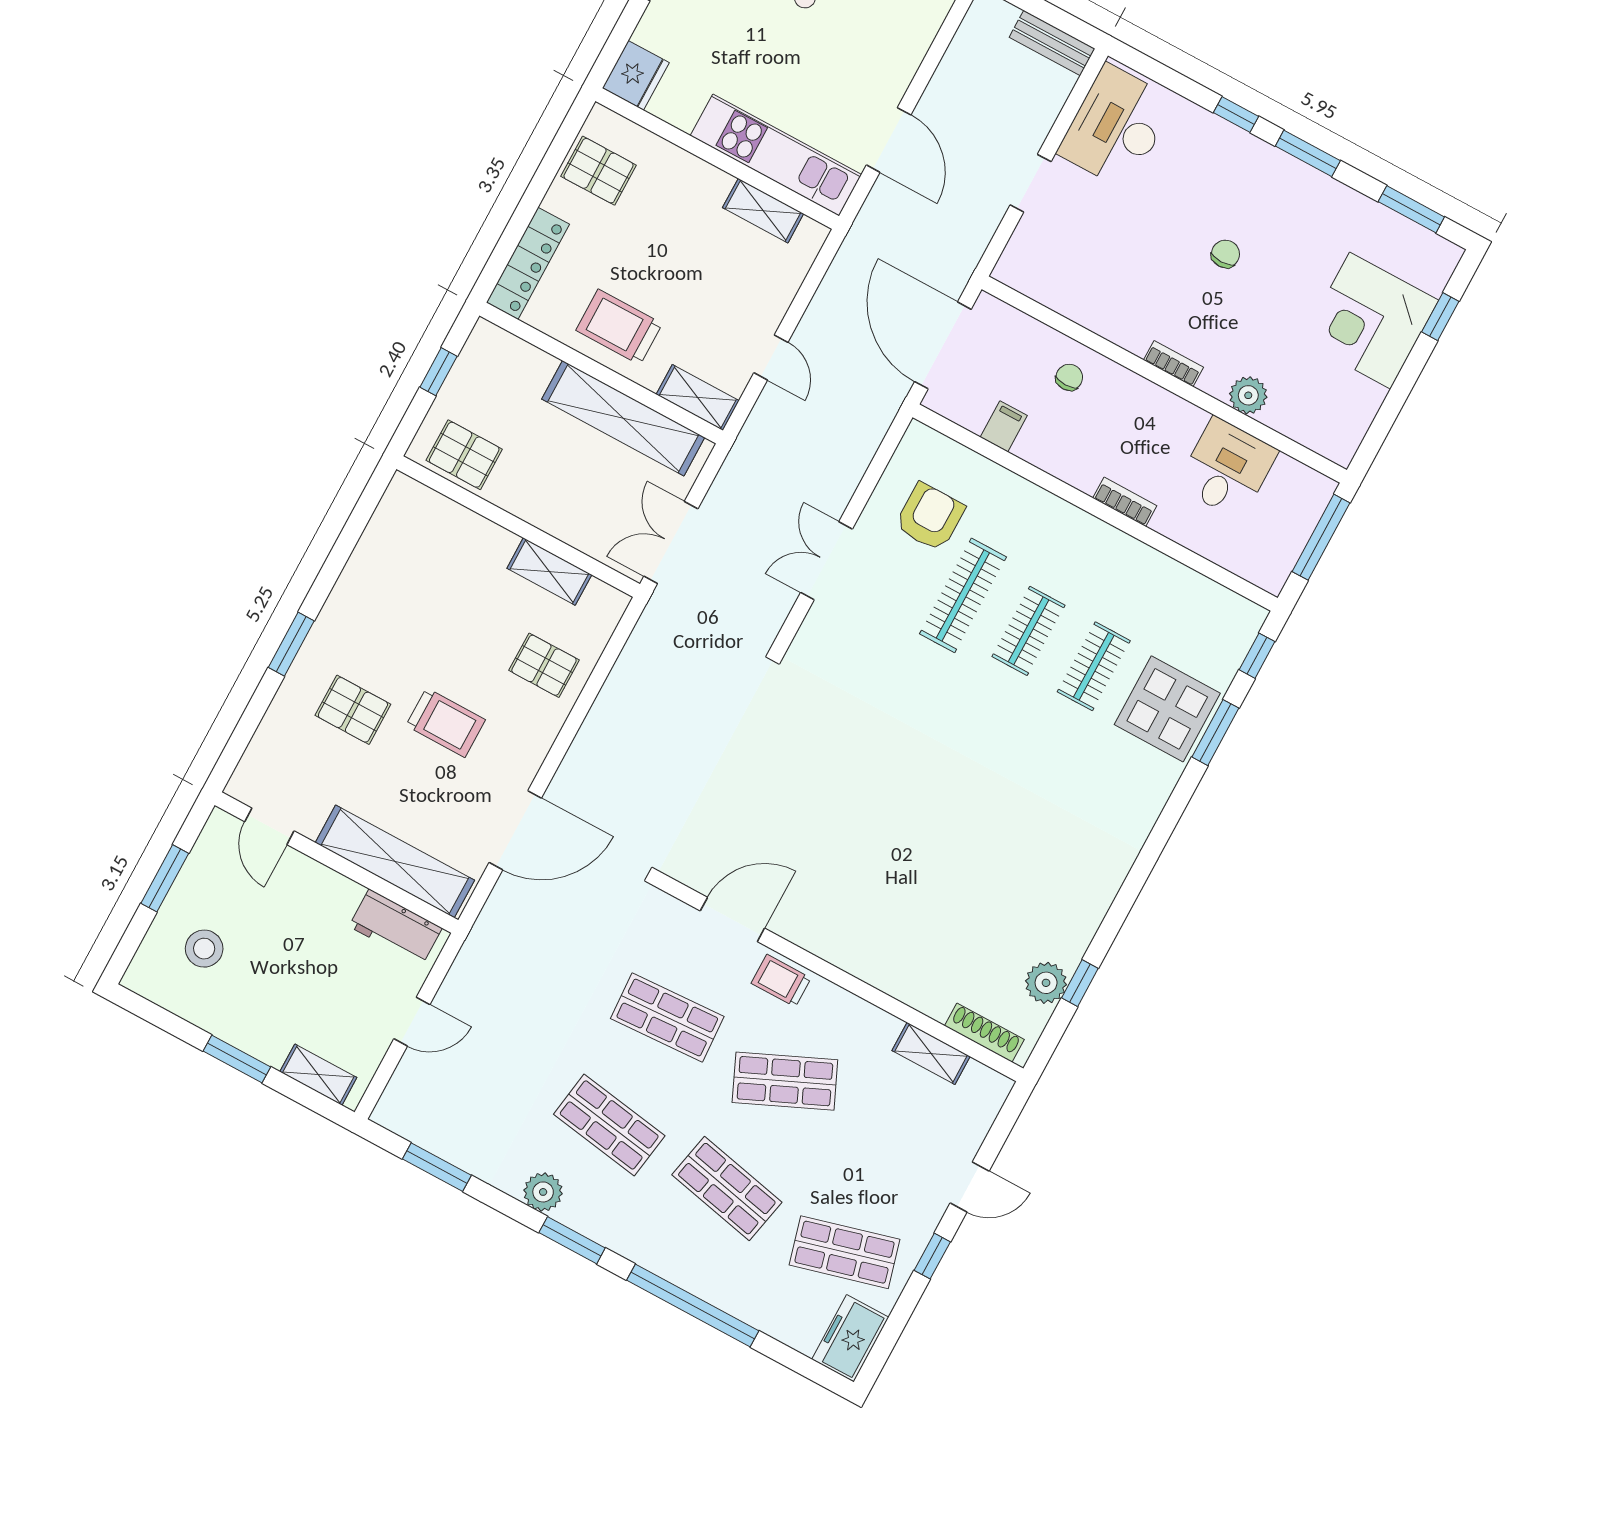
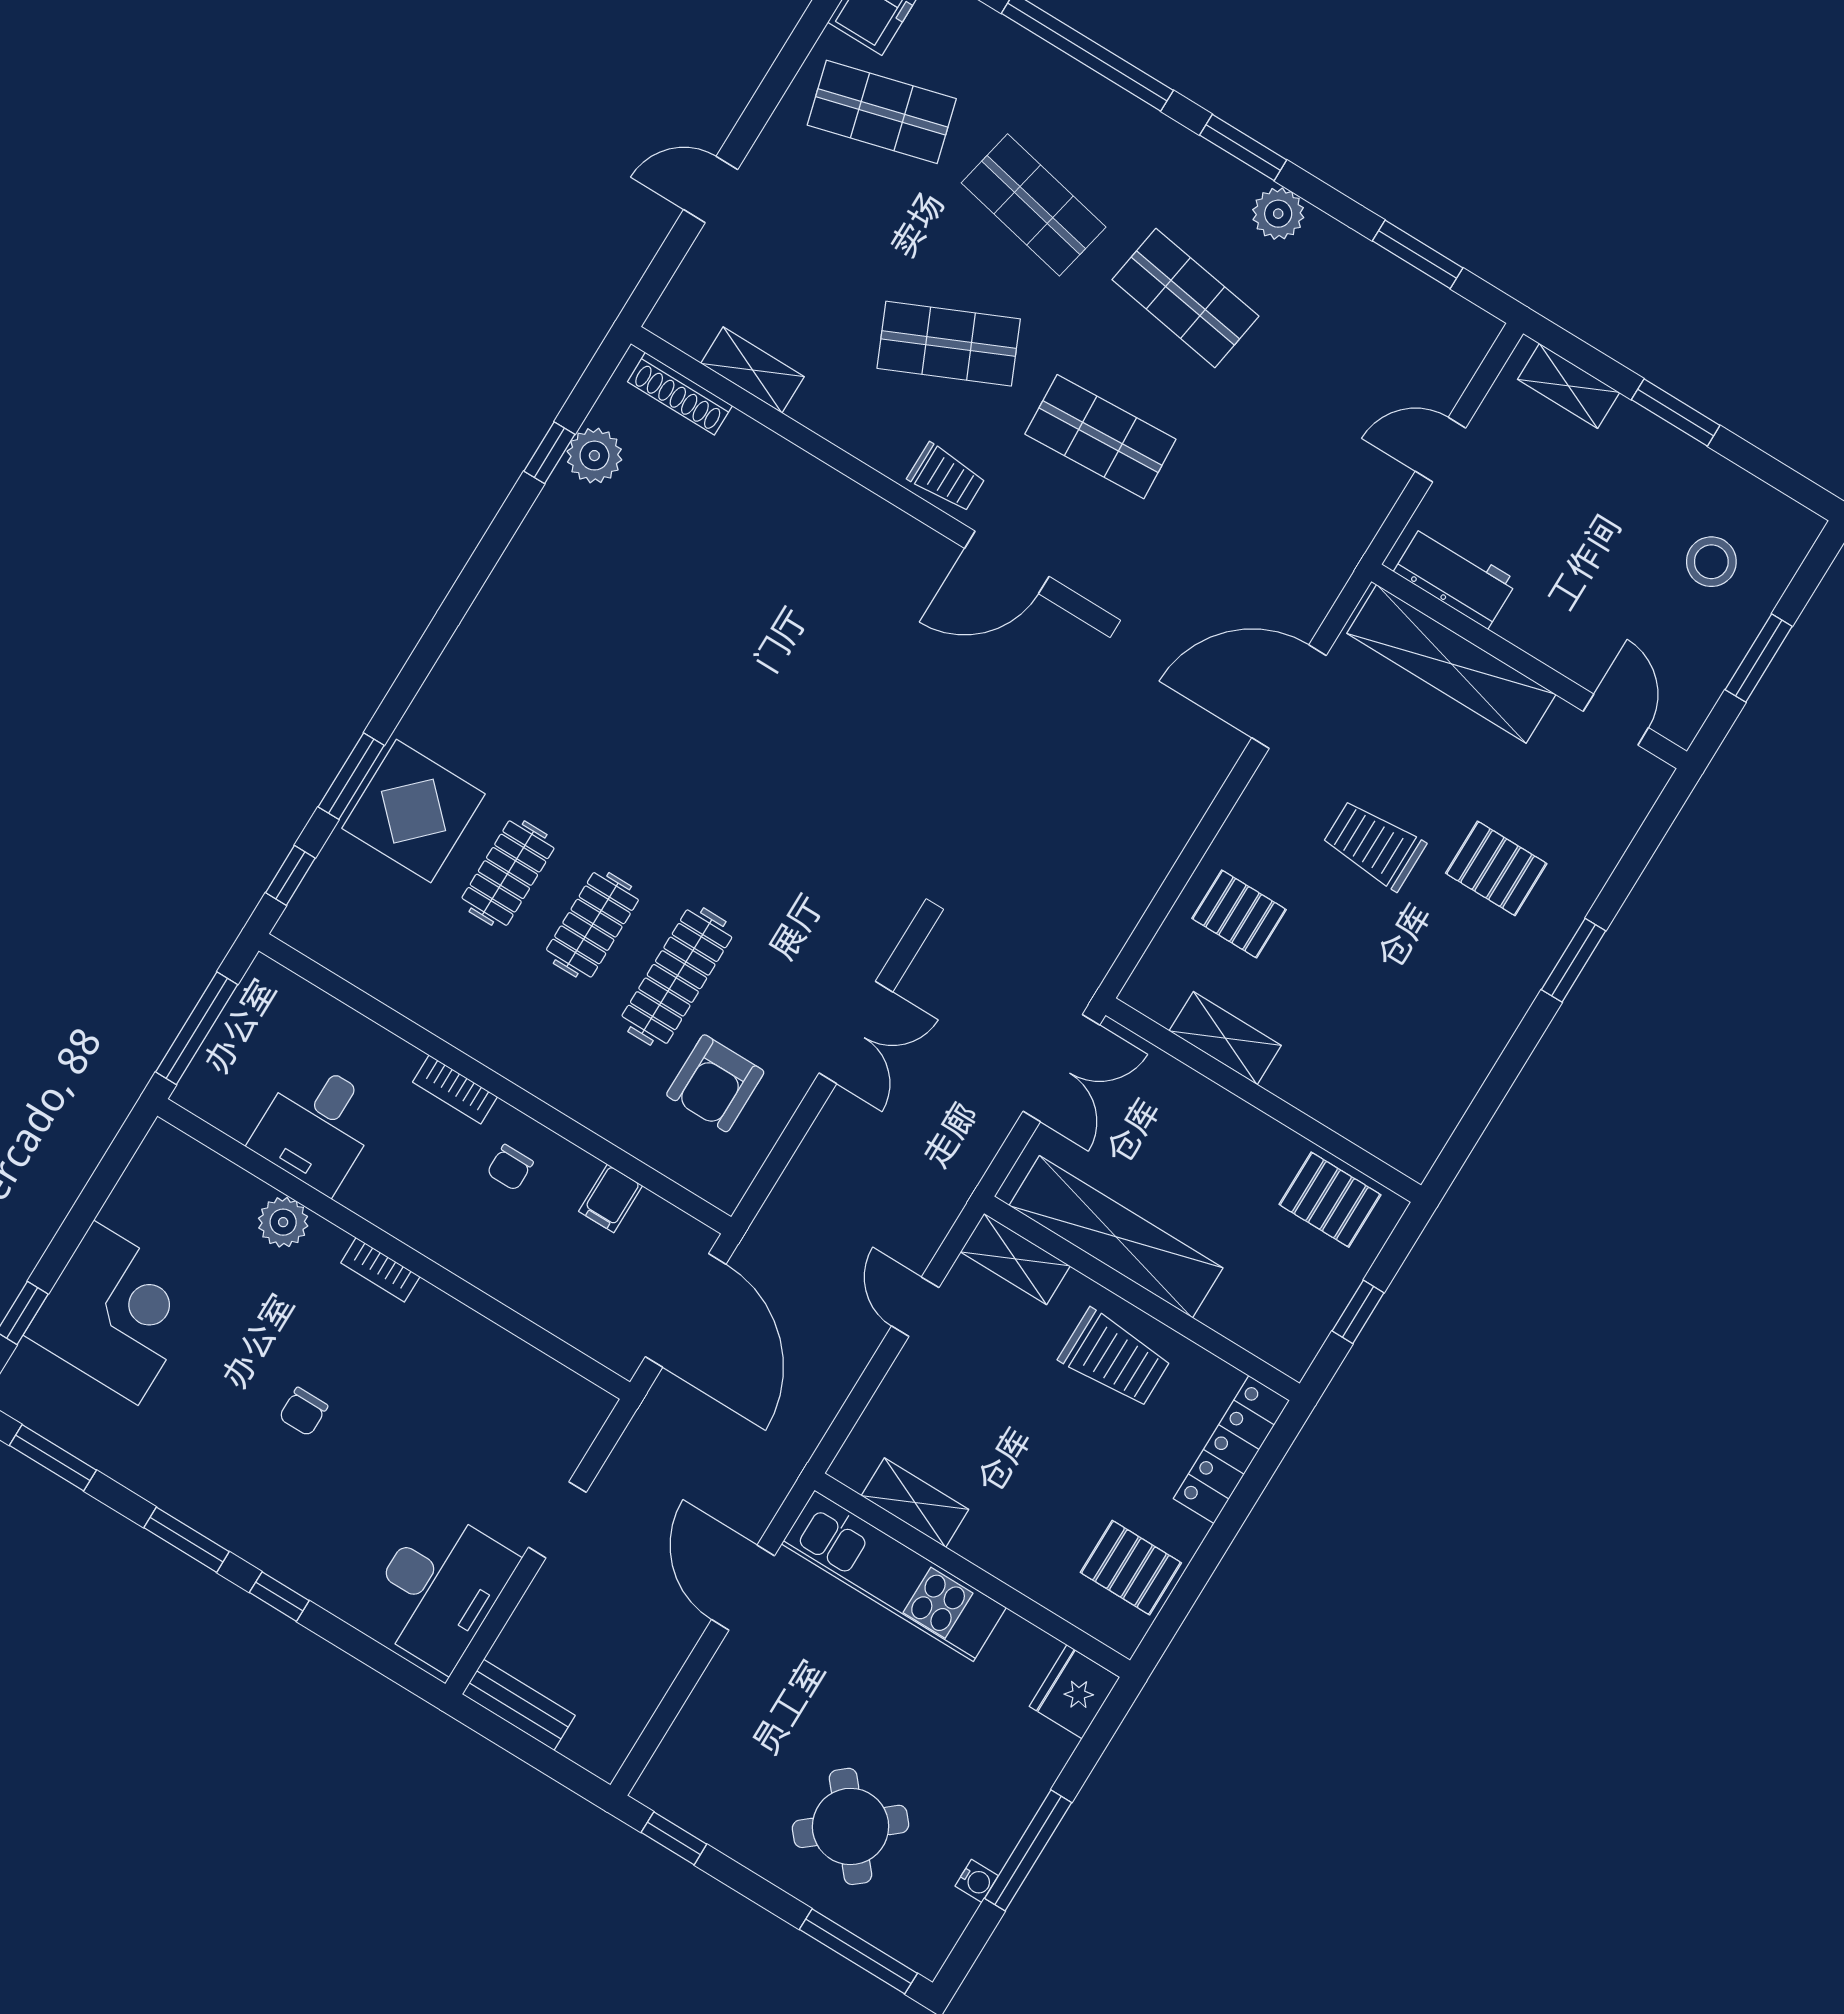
chair: (1069, 377) -> (510, 1168), moved
window: (932, 1256) -> (765, 100), removed

